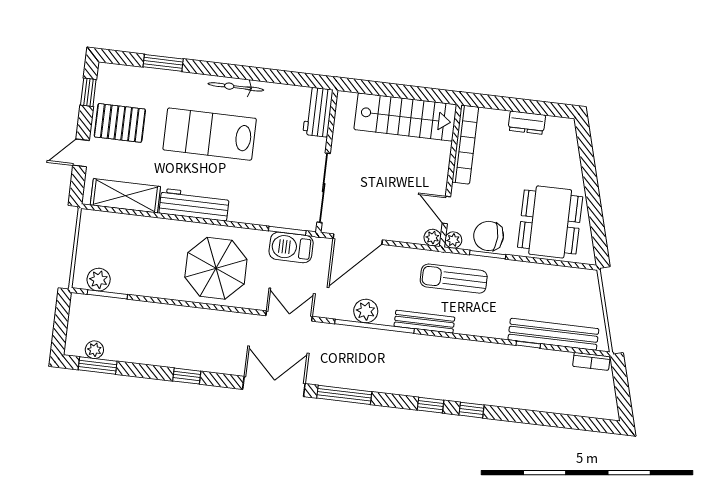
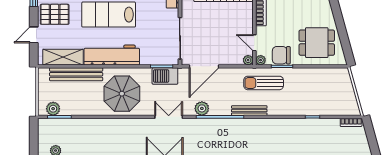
workbench: (194, 205) -> (112, 55), width x1.36, depth x1.32
dining table: (550, 222) -> (317, 43), width x0.73
plant: (366, 311) -> (202, 108), moved
bench: (553, 334) -> (76, 74), moved

